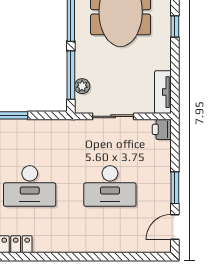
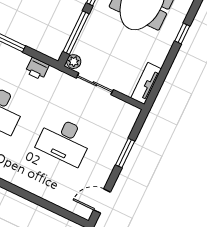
plant: (82, 86) -> (74, 62), moved
printer: (162, 129) -> (37, 69), moved, turned -90
window: (175, 188) -> (125, 153), moved

